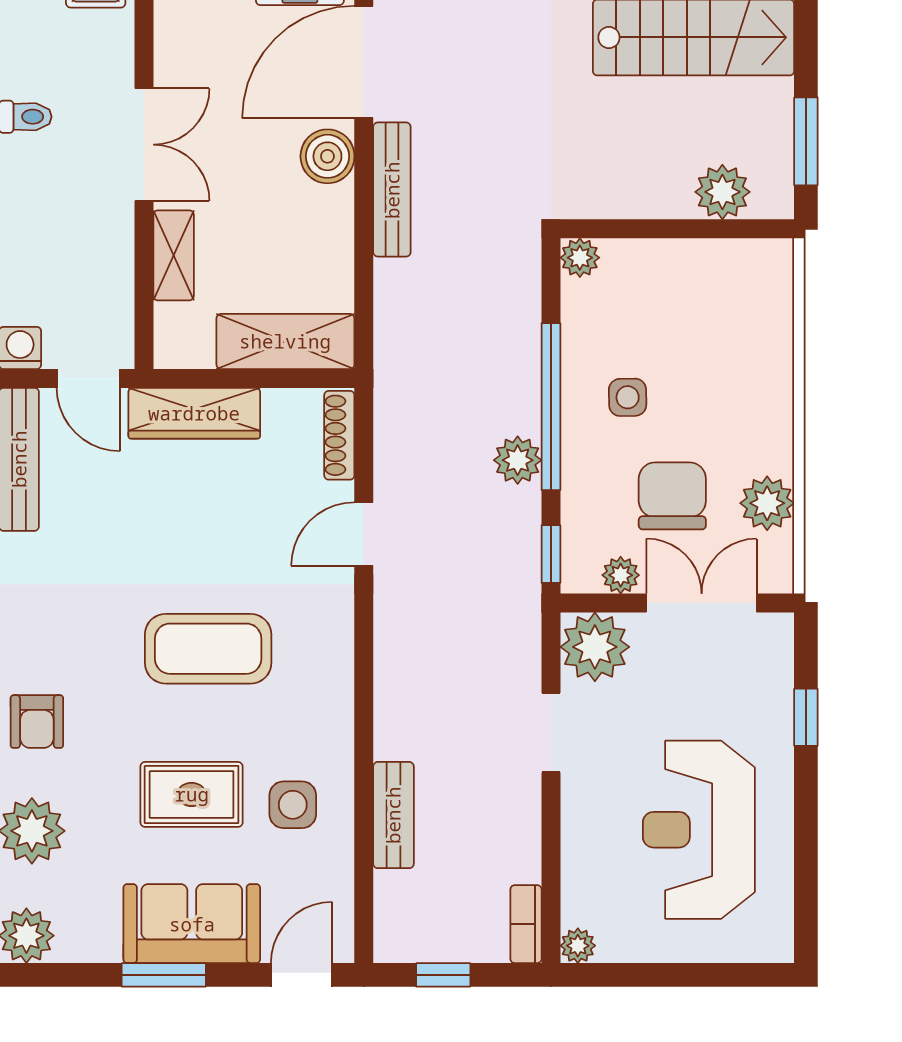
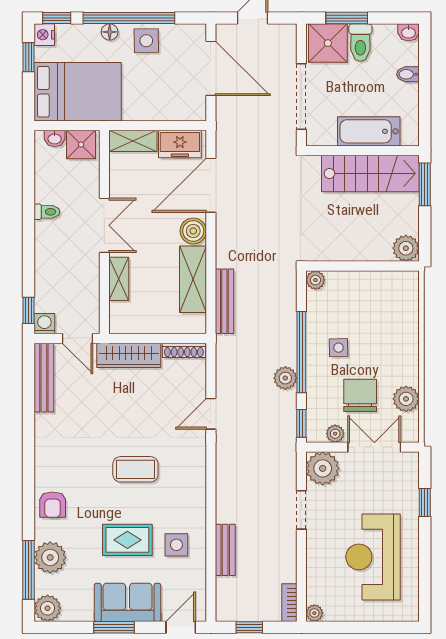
window: (806, 141) -> (425, 184), moved
bench: (392, 190) -> (224, 301), moved
plant: (722, 192) -> (406, 248), moved
shelving: (285, 341) -> (193, 279), moved, turned 90
shoe rack: (339, 435) -> (184, 350), moved, turned -90
coffee table: (208, 649) -> (135, 469), width x0.73, depth x0.76

